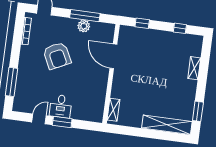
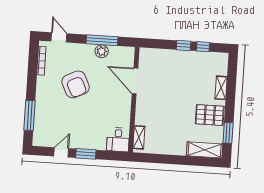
window: (142, 23) -> (184, 45), moved
pallet: (182, 93) -> (210, 115), added
desk: (61, 106) -> (118, 140), moved
shelving: (167, 125) -> (205, 150), width x0.68

